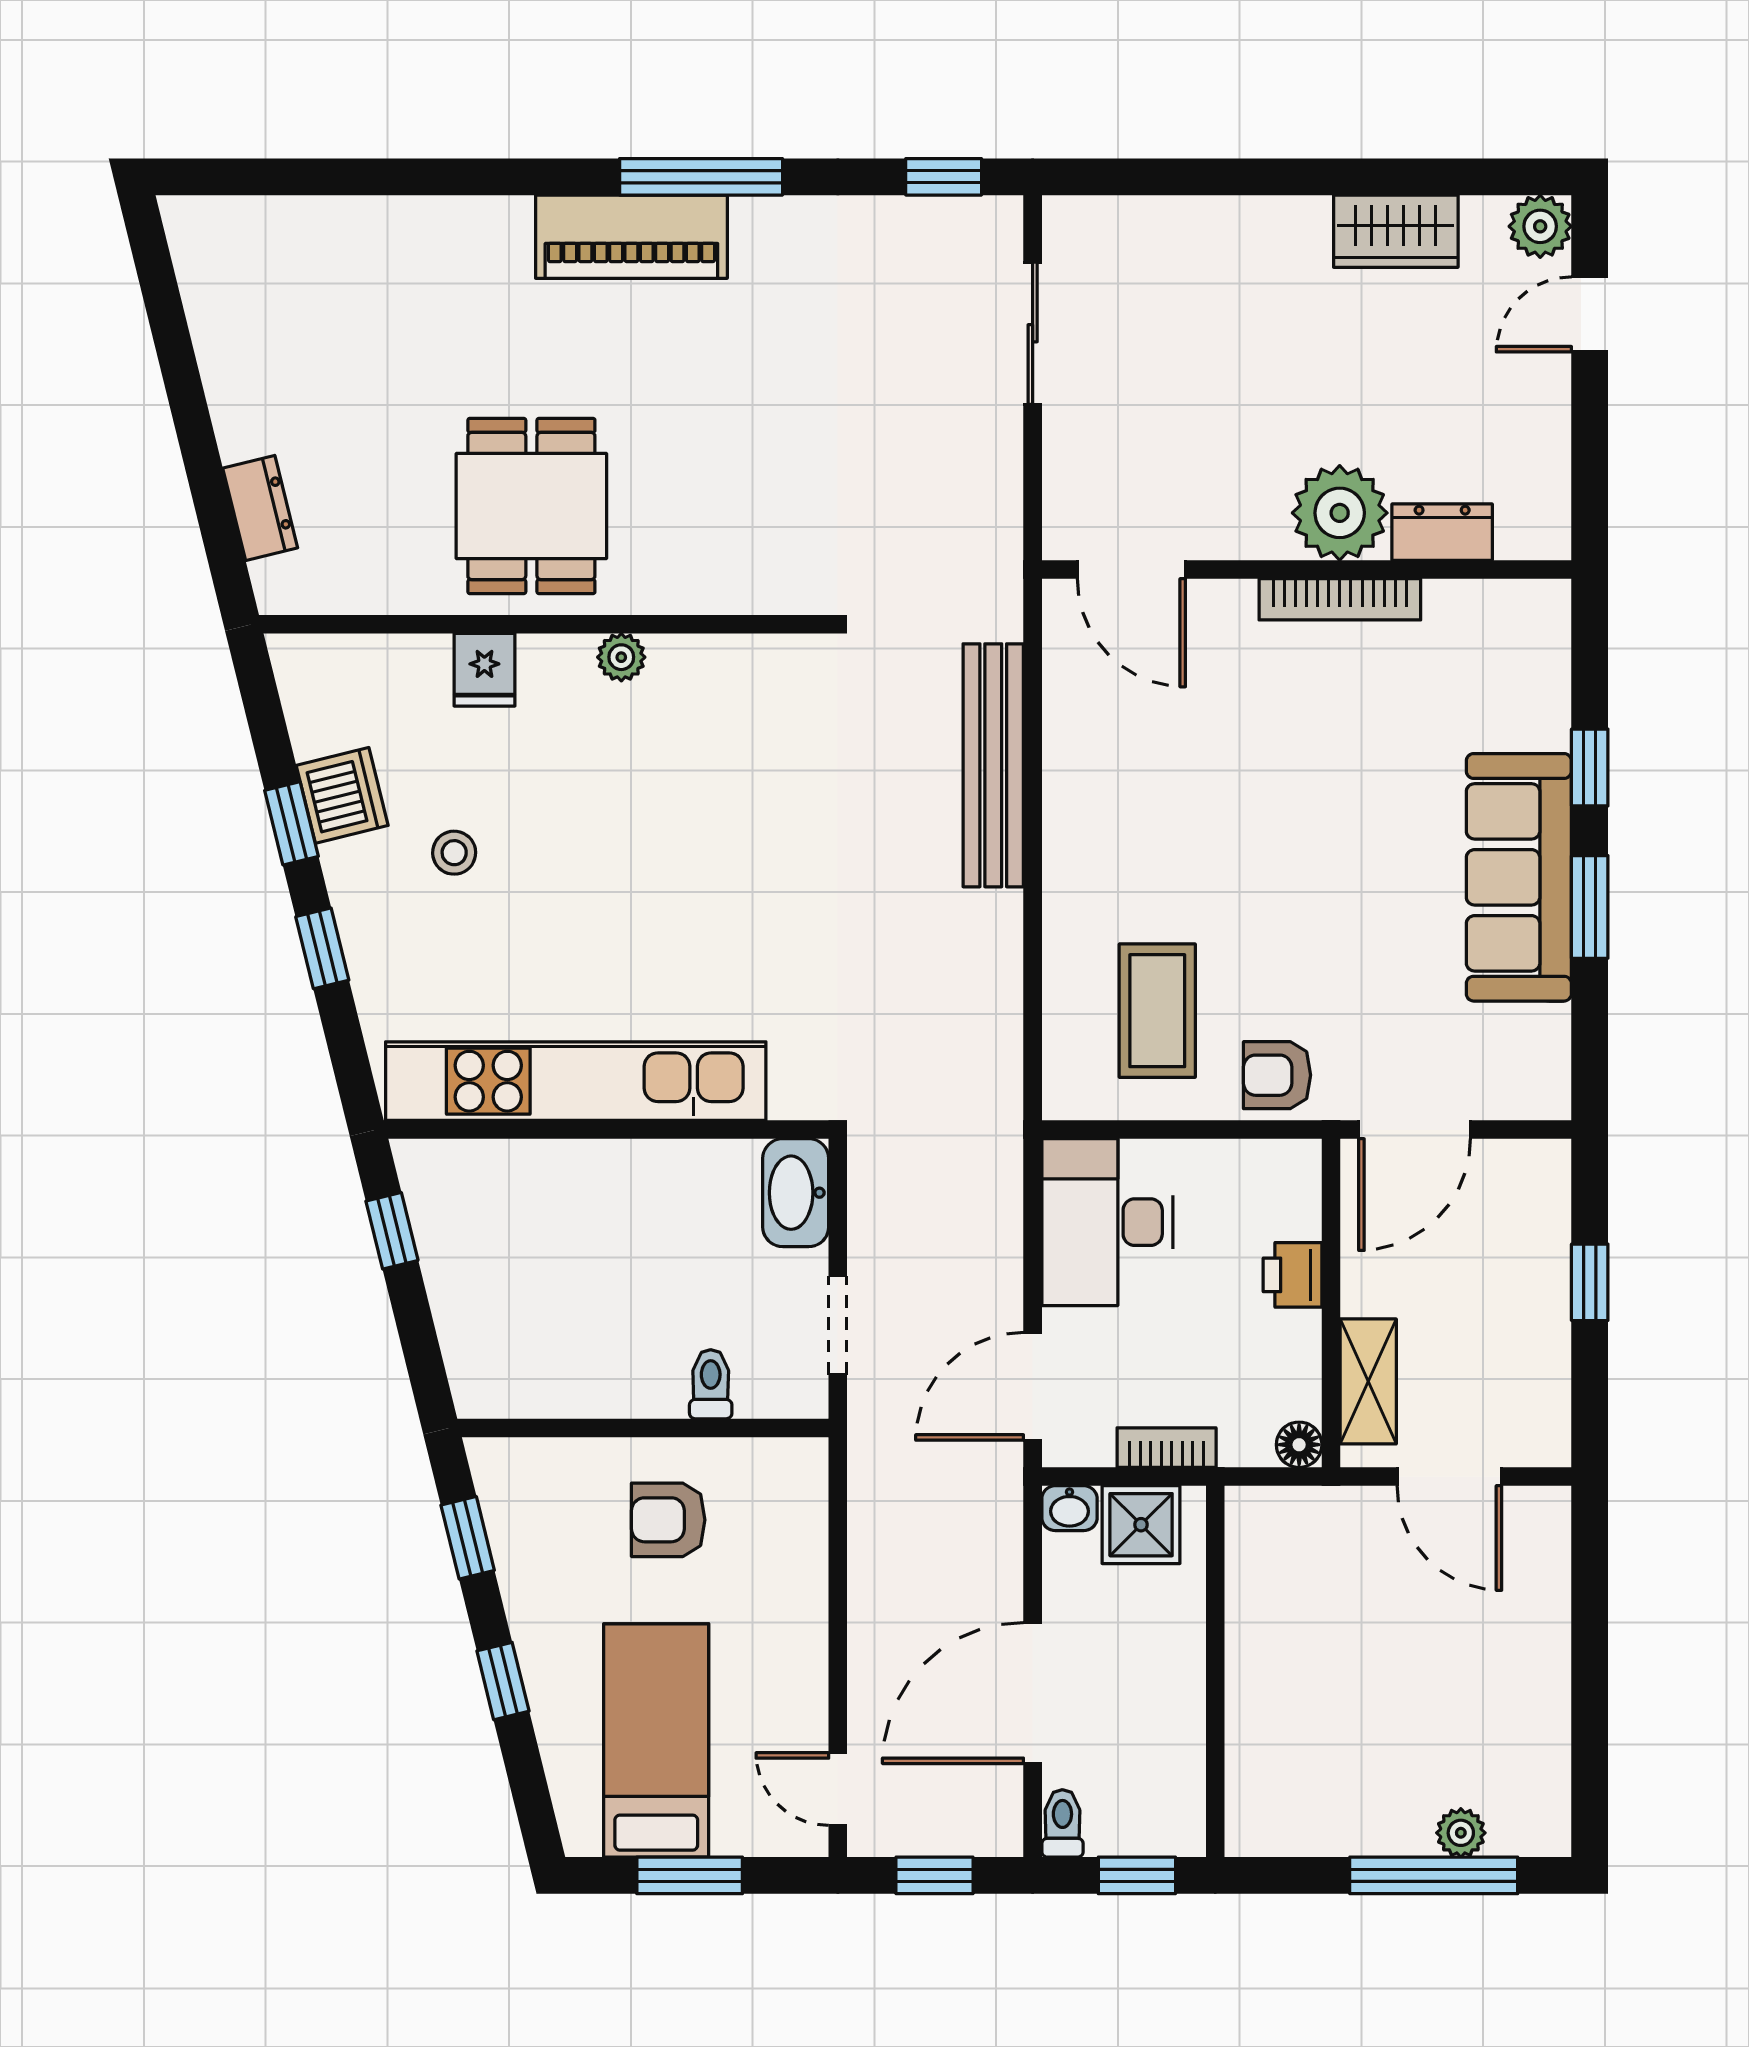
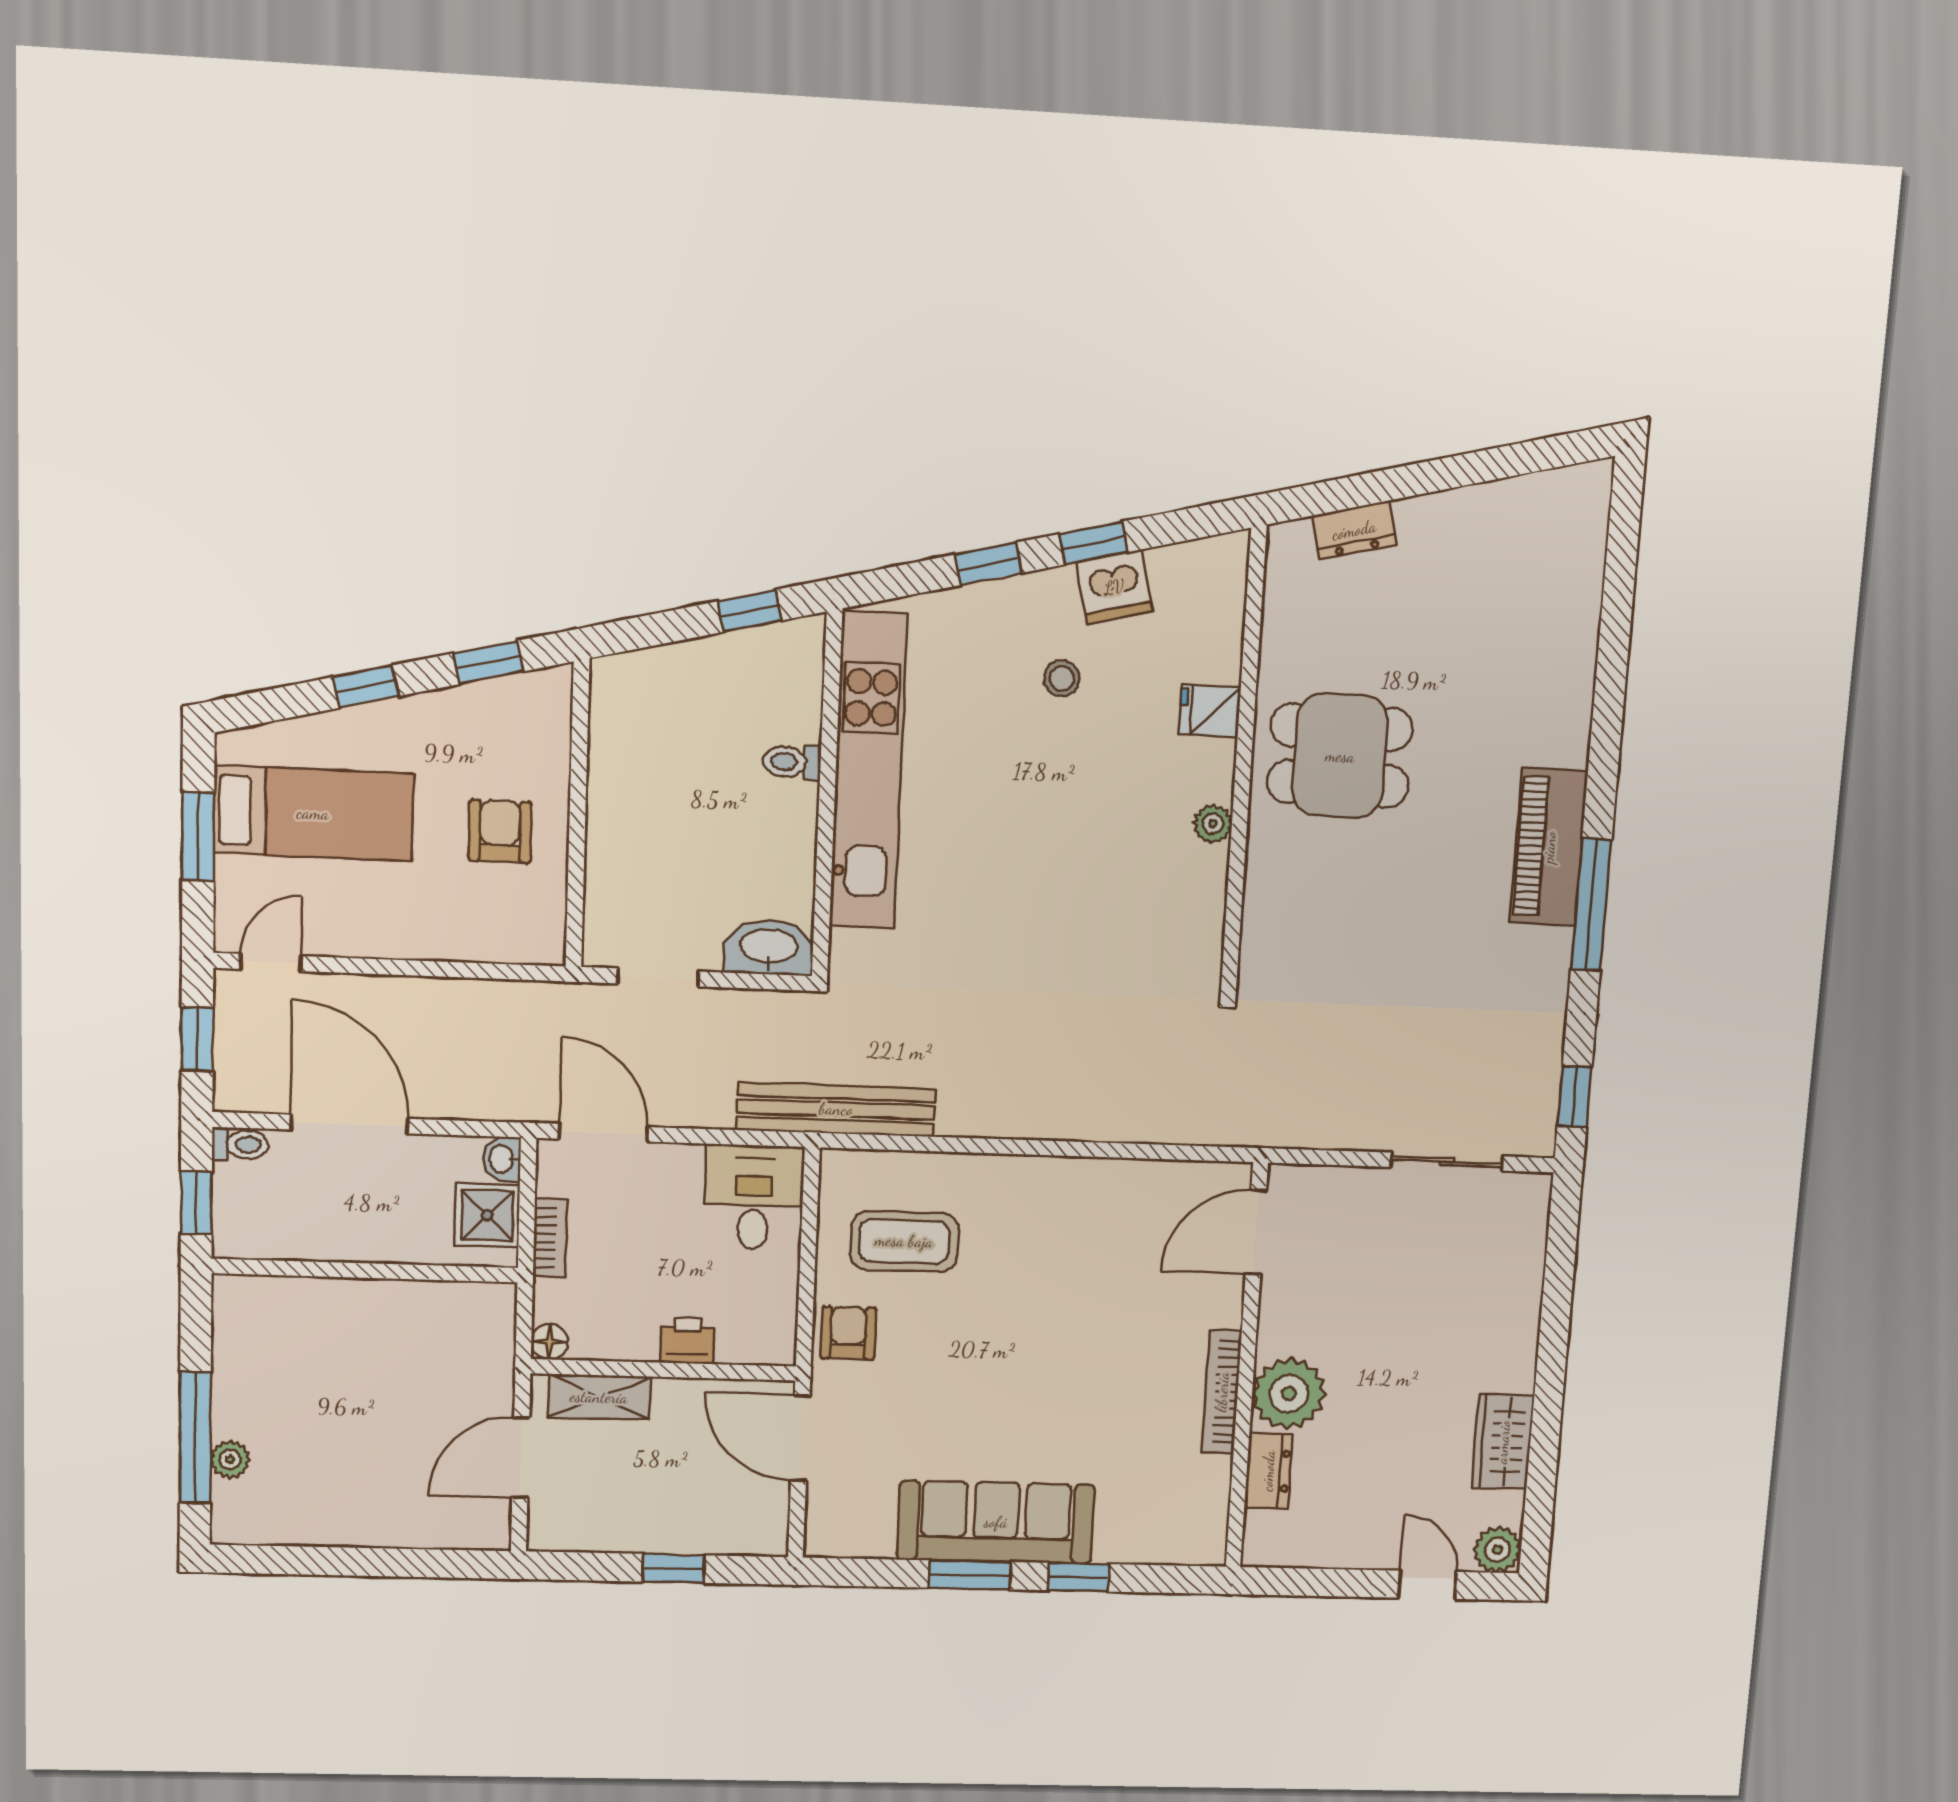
bench: (993, 765) -> (836, 1109), moved
desk: (1107, 1222) -> (754, 1197), width x0.73
toilet: (711, 1384) -> (792, 762), moved, turned 180

